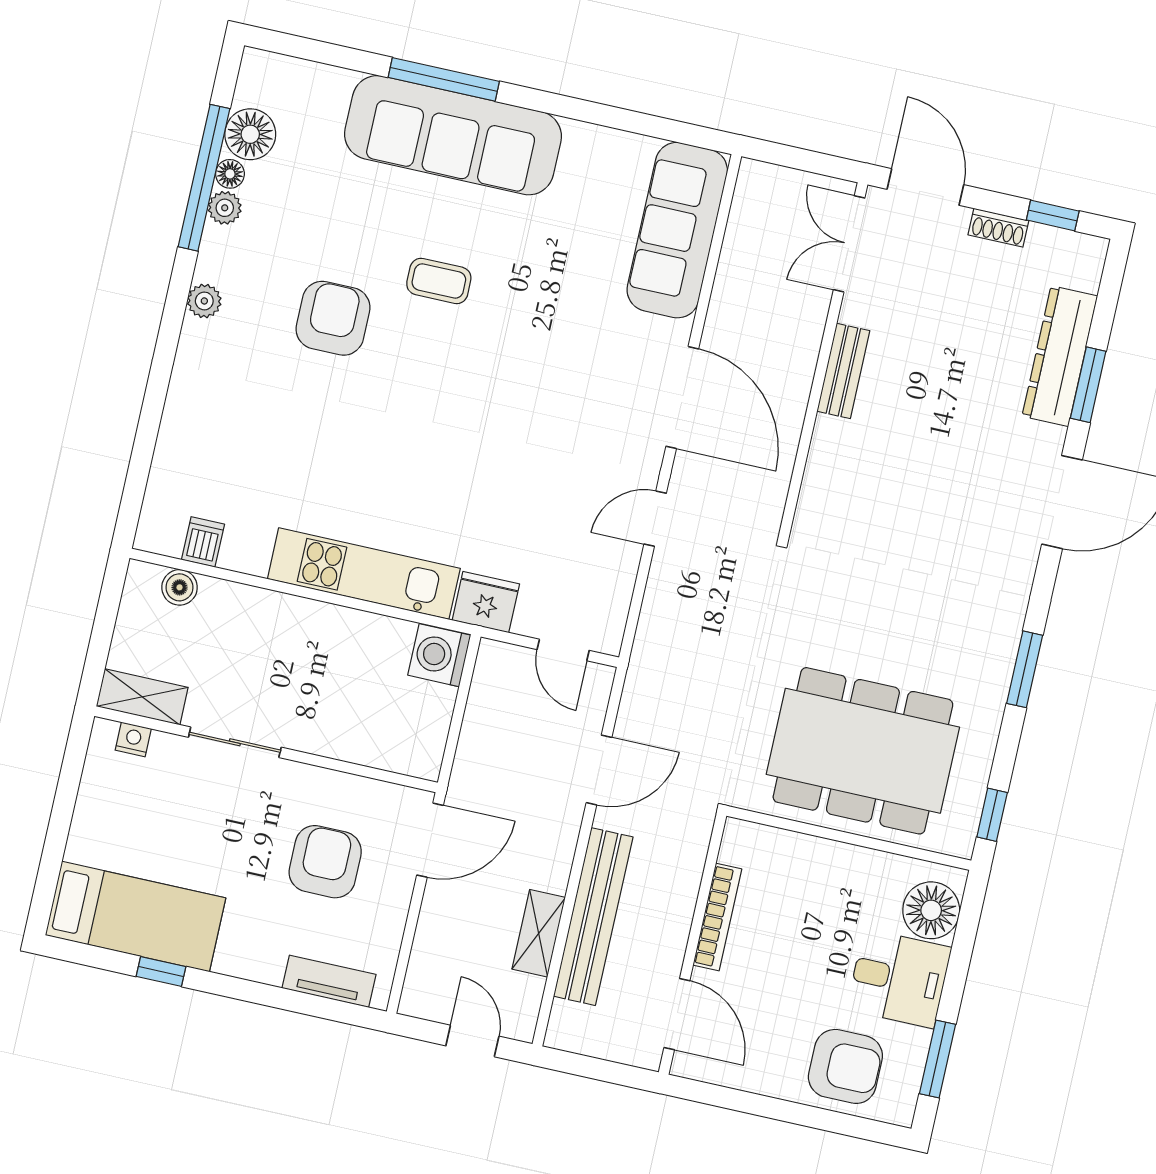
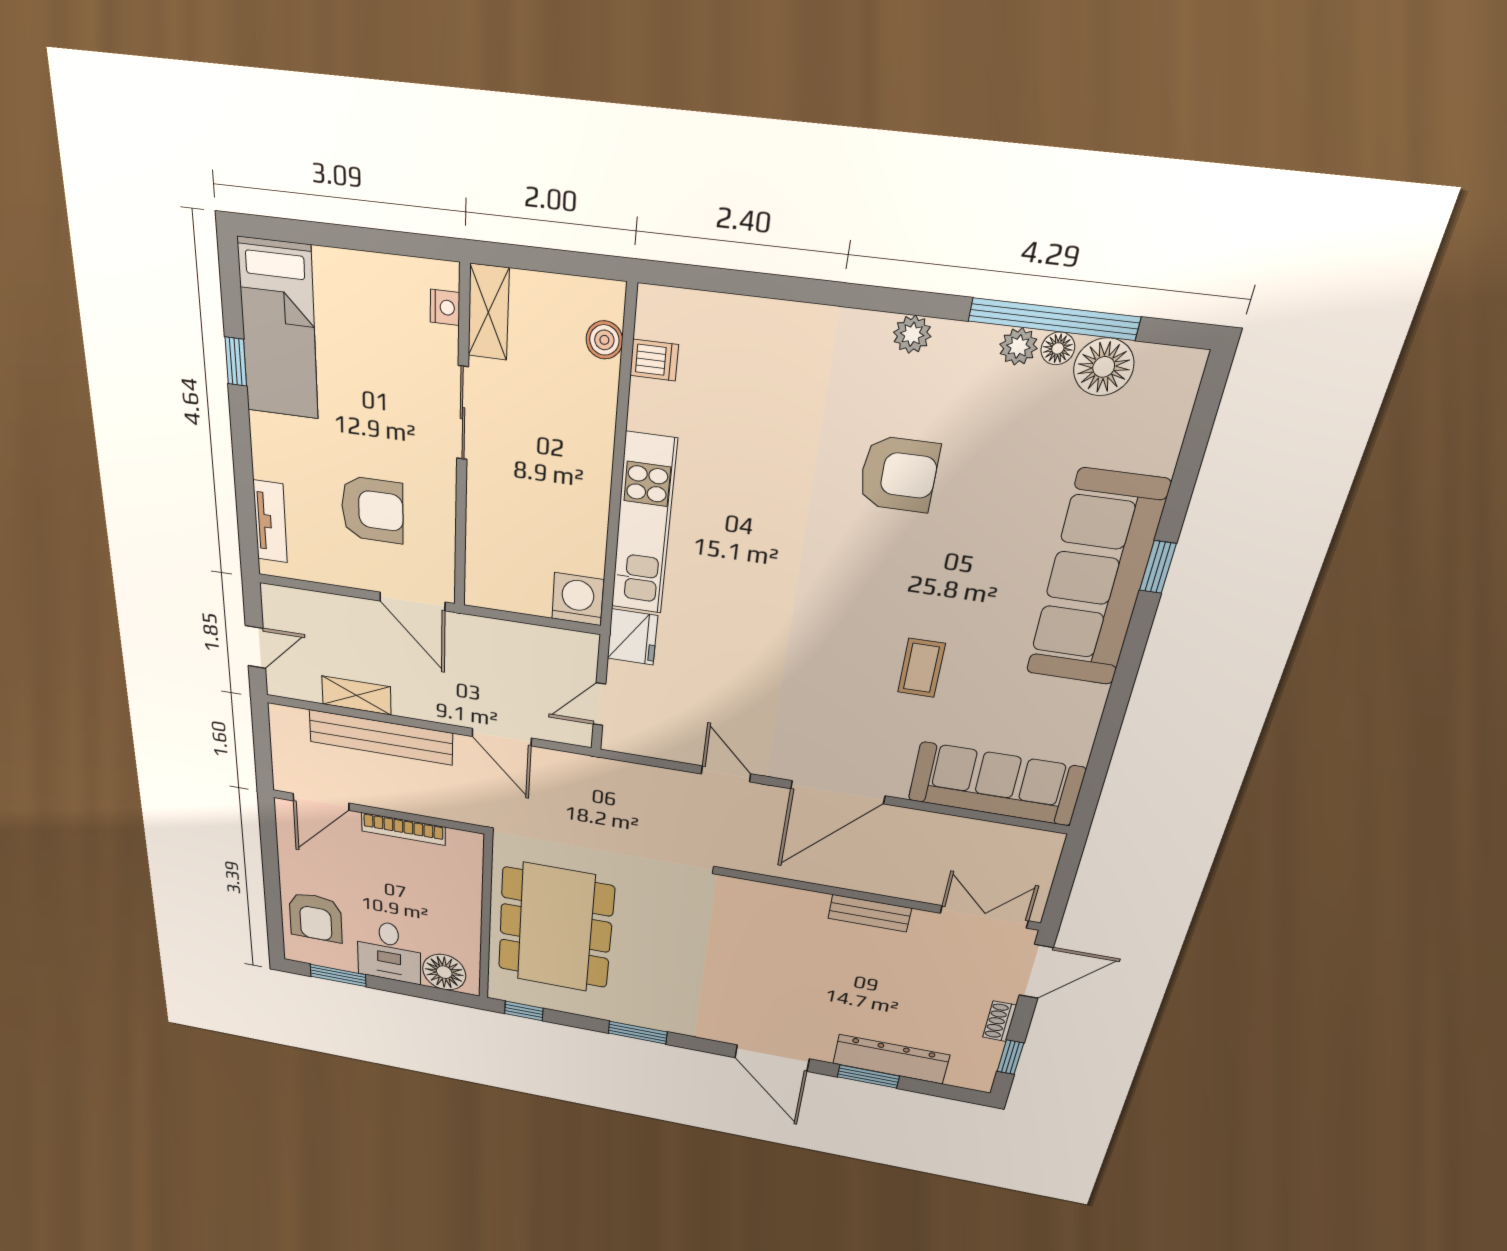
window: (444, 79) -> (1158, 567), width x0.46
coffee table: (439, 281) -> (921, 668), moved

